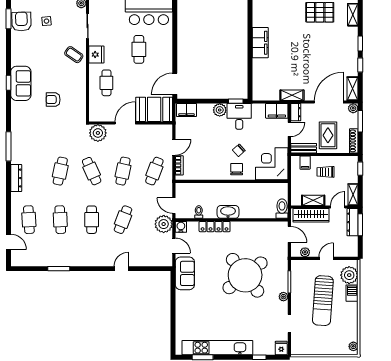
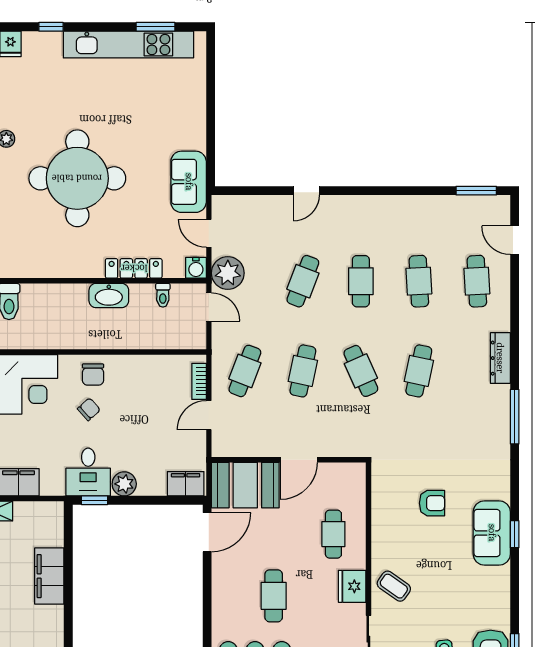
filing cabinet: (260, 43) -> (49, 576), moved
plant: (98, 133) -> (349, 441), removed
window: (59, 269) -> (476, 191), moved
round table: (245, 275) -> (77, 178), turned 38

